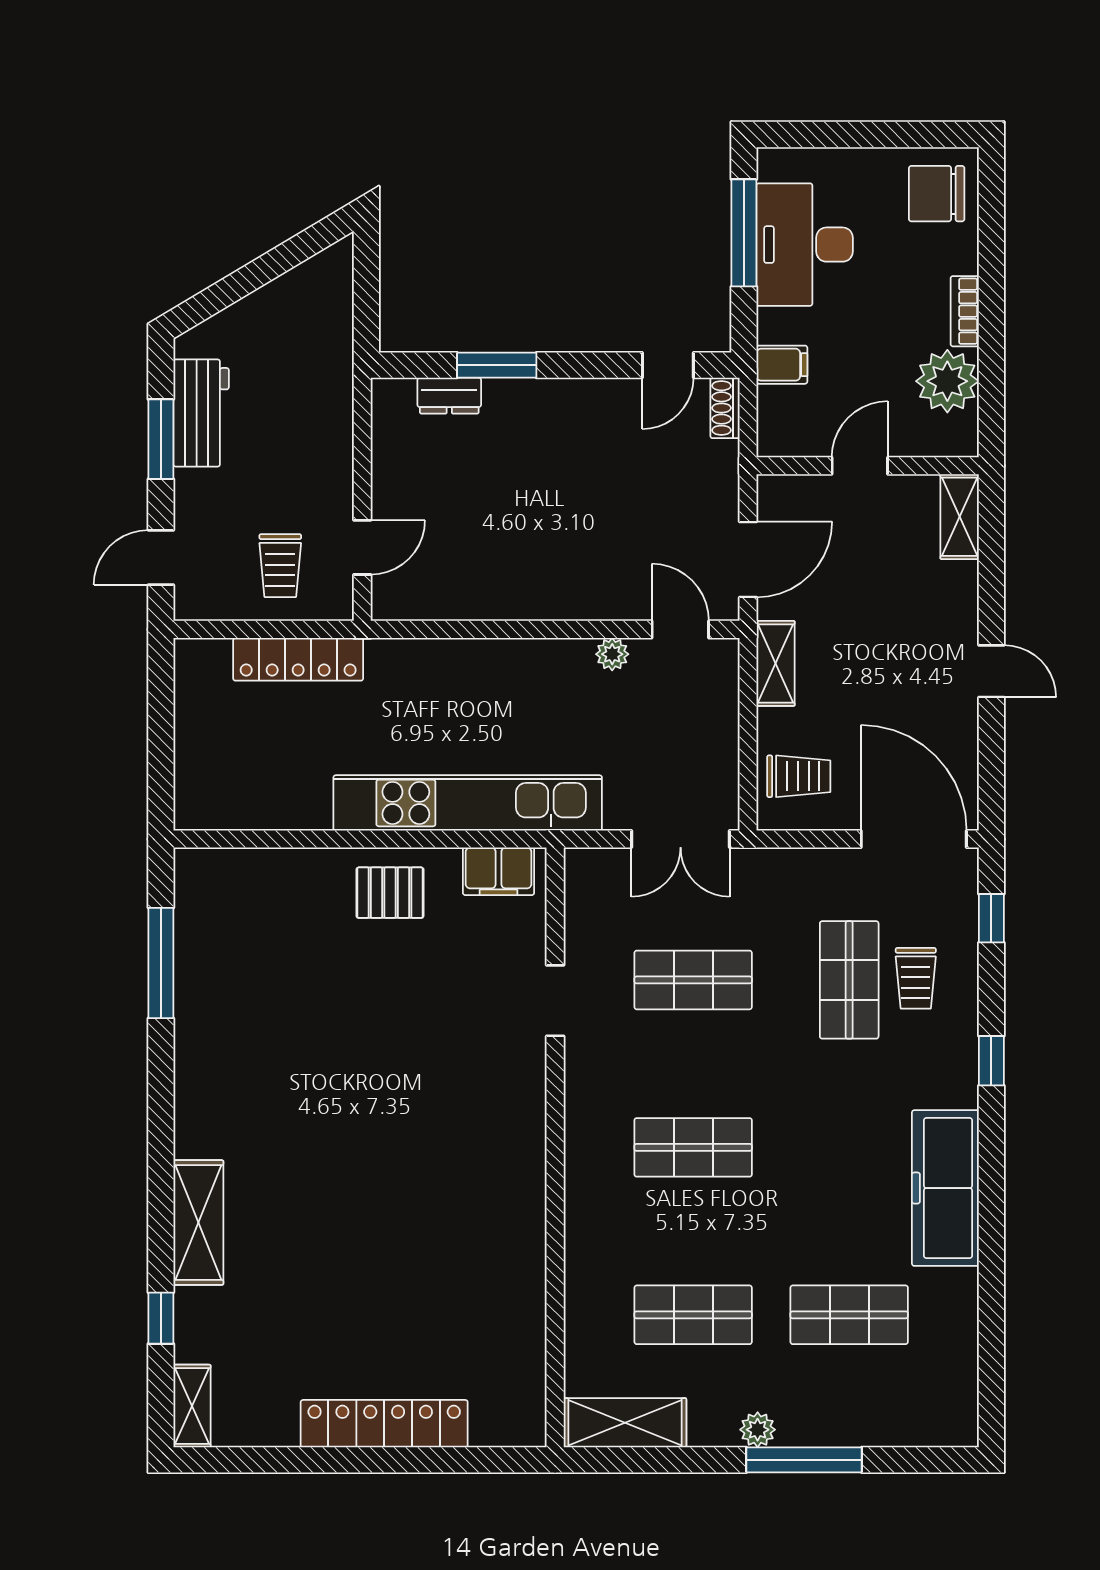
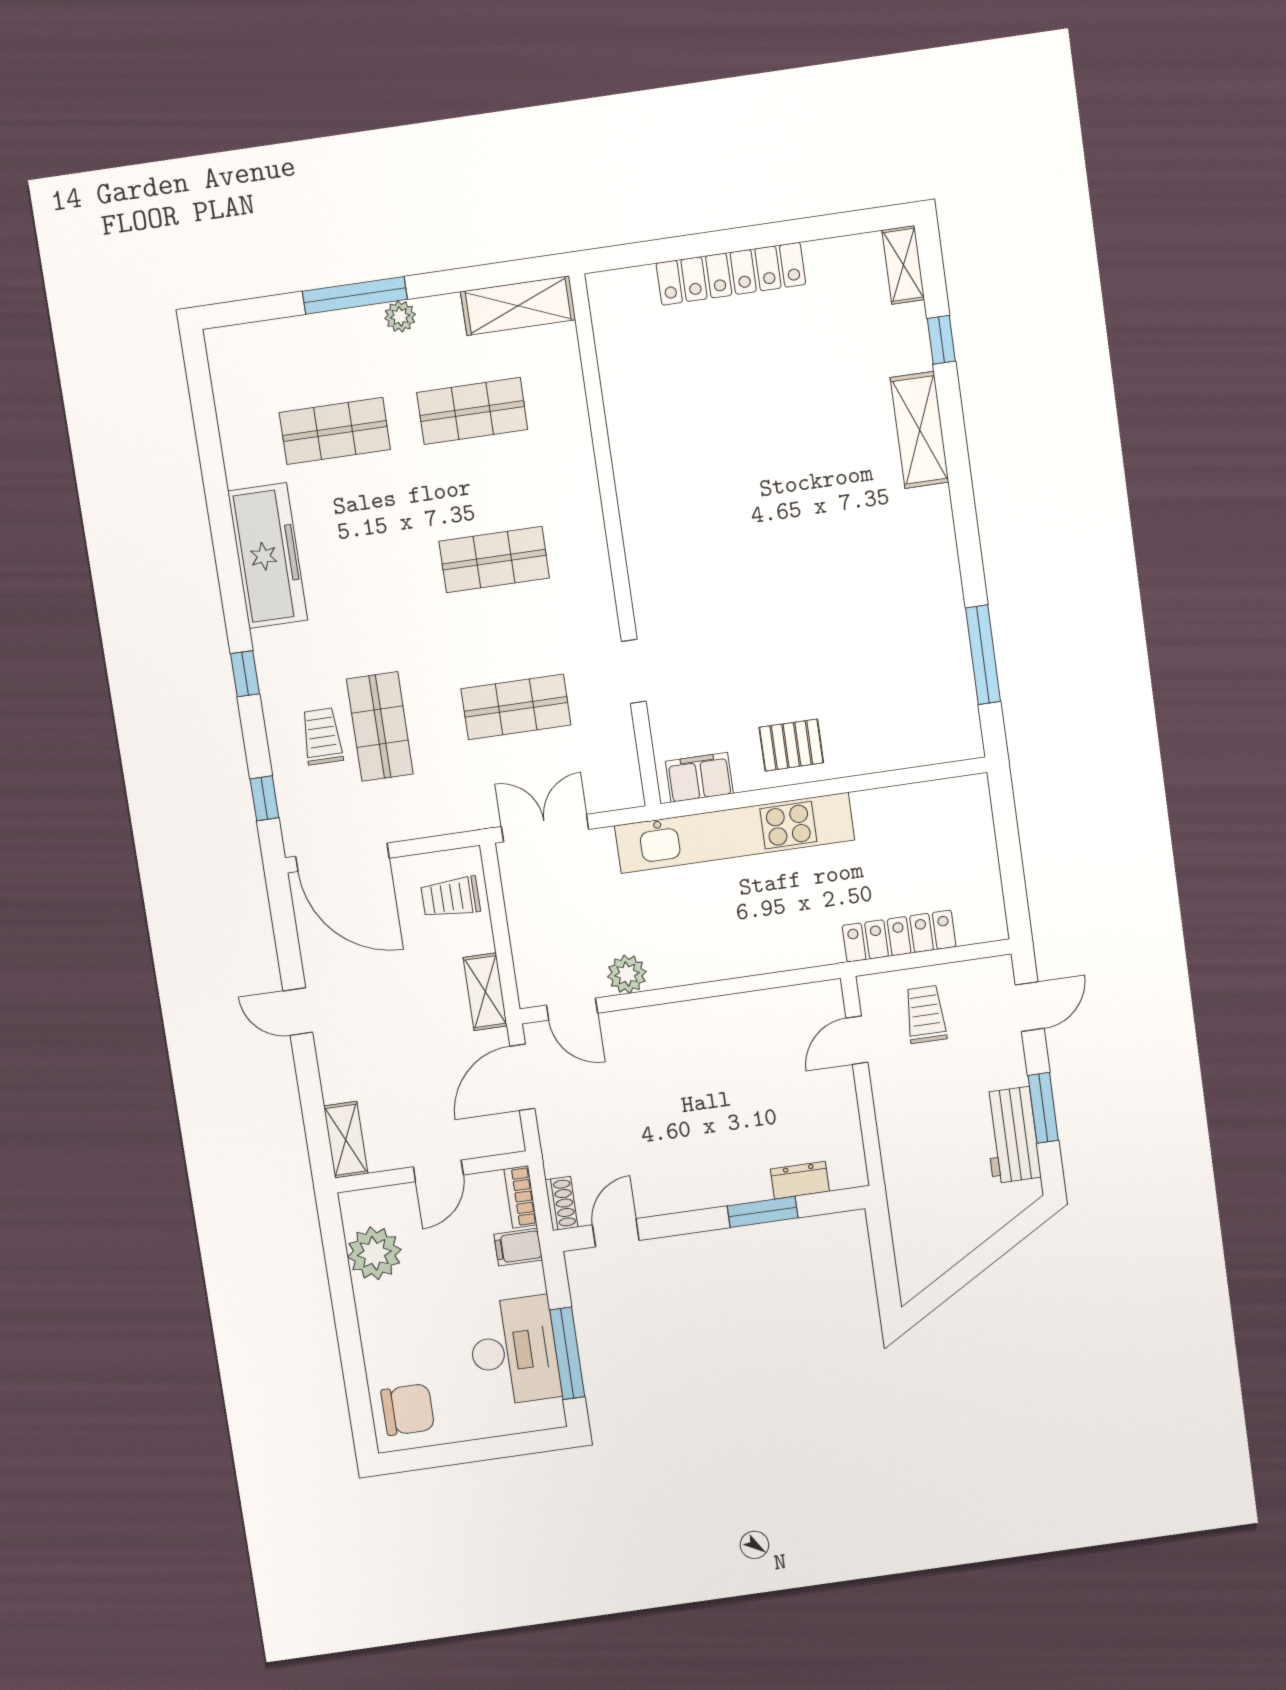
bookcase: (965, 311) -> (521, 1197), moved, turned 180
plant: (612, 654) -> (627, 974), width x1.38, depth x1.38

